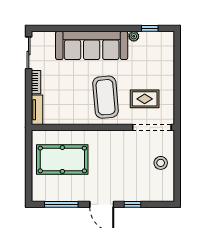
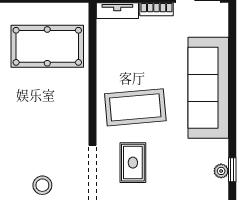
plant: (134, 36) -> (221, 171), moved
pool table: (62, 159) -> (47, 46), turned 90

